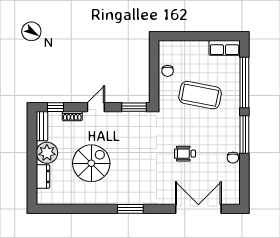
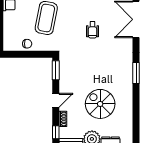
door: (96, 107) -> (56, 100), swing flipped

